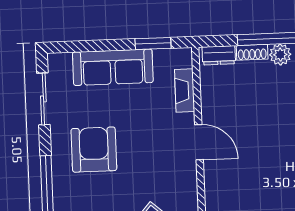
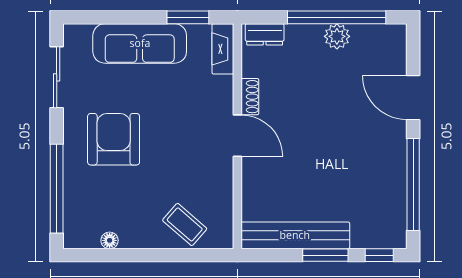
shoe rack: (252, 52) -> (250, 97), moved, turned -90
fireplace: (185, 91) -> (223, 49), moved

